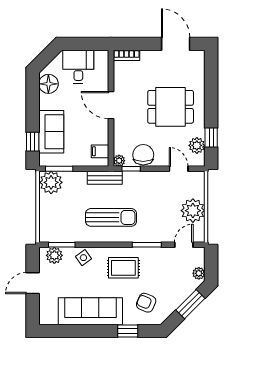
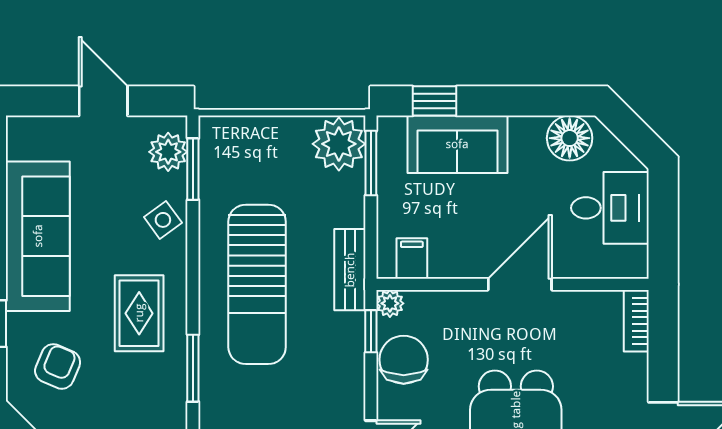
chair: (143, 155) -> (404, 360), turned -90
sun lounger: (111, 217) -> (257, 284), width x1.36, depth x1.34

